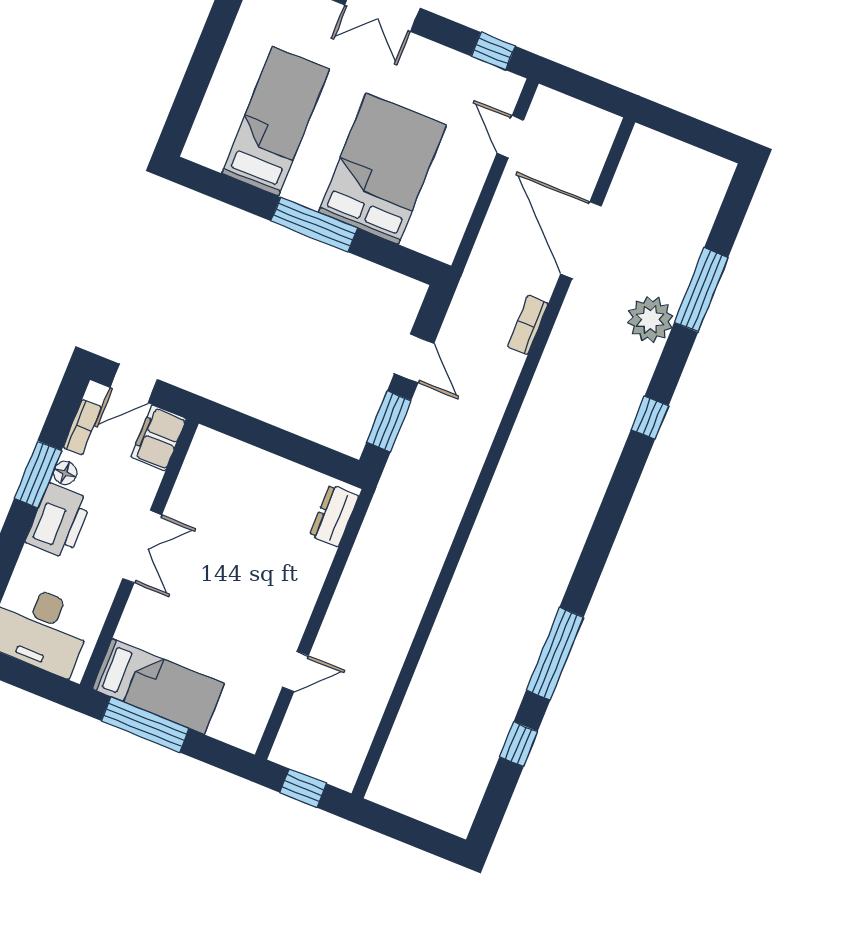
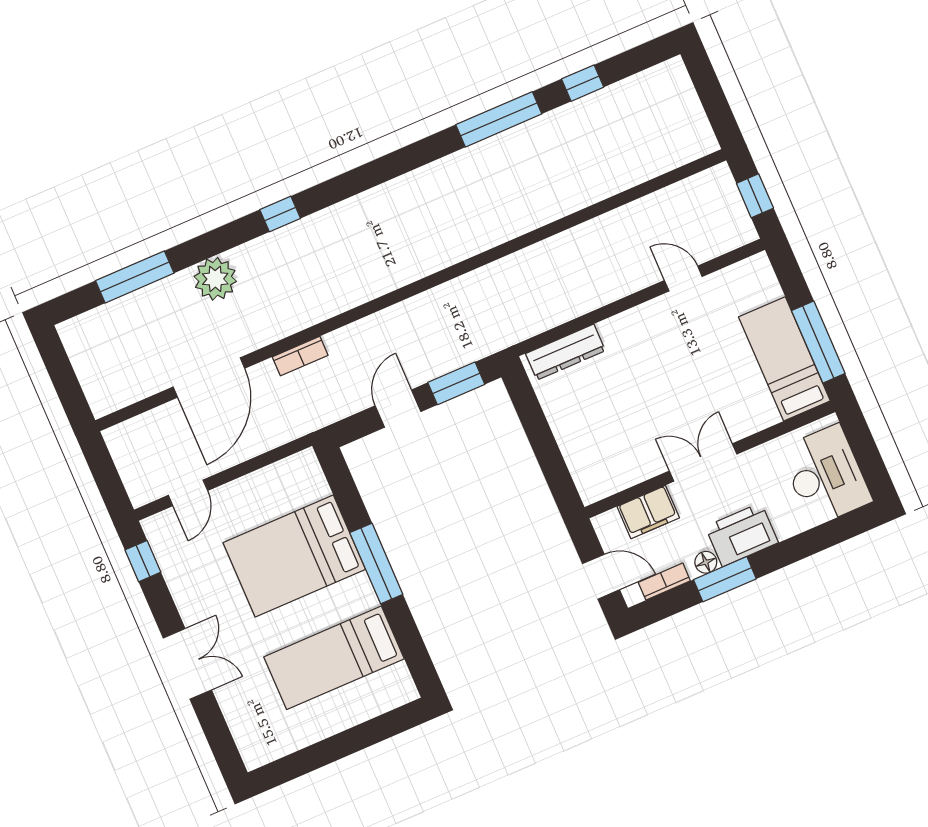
window: (701, 290) -> (135, 277), moved
filing cabinet: (159, 438) -> (648, 512), moved
dresser: (334, 516) -> (565, 352), width x1.44

